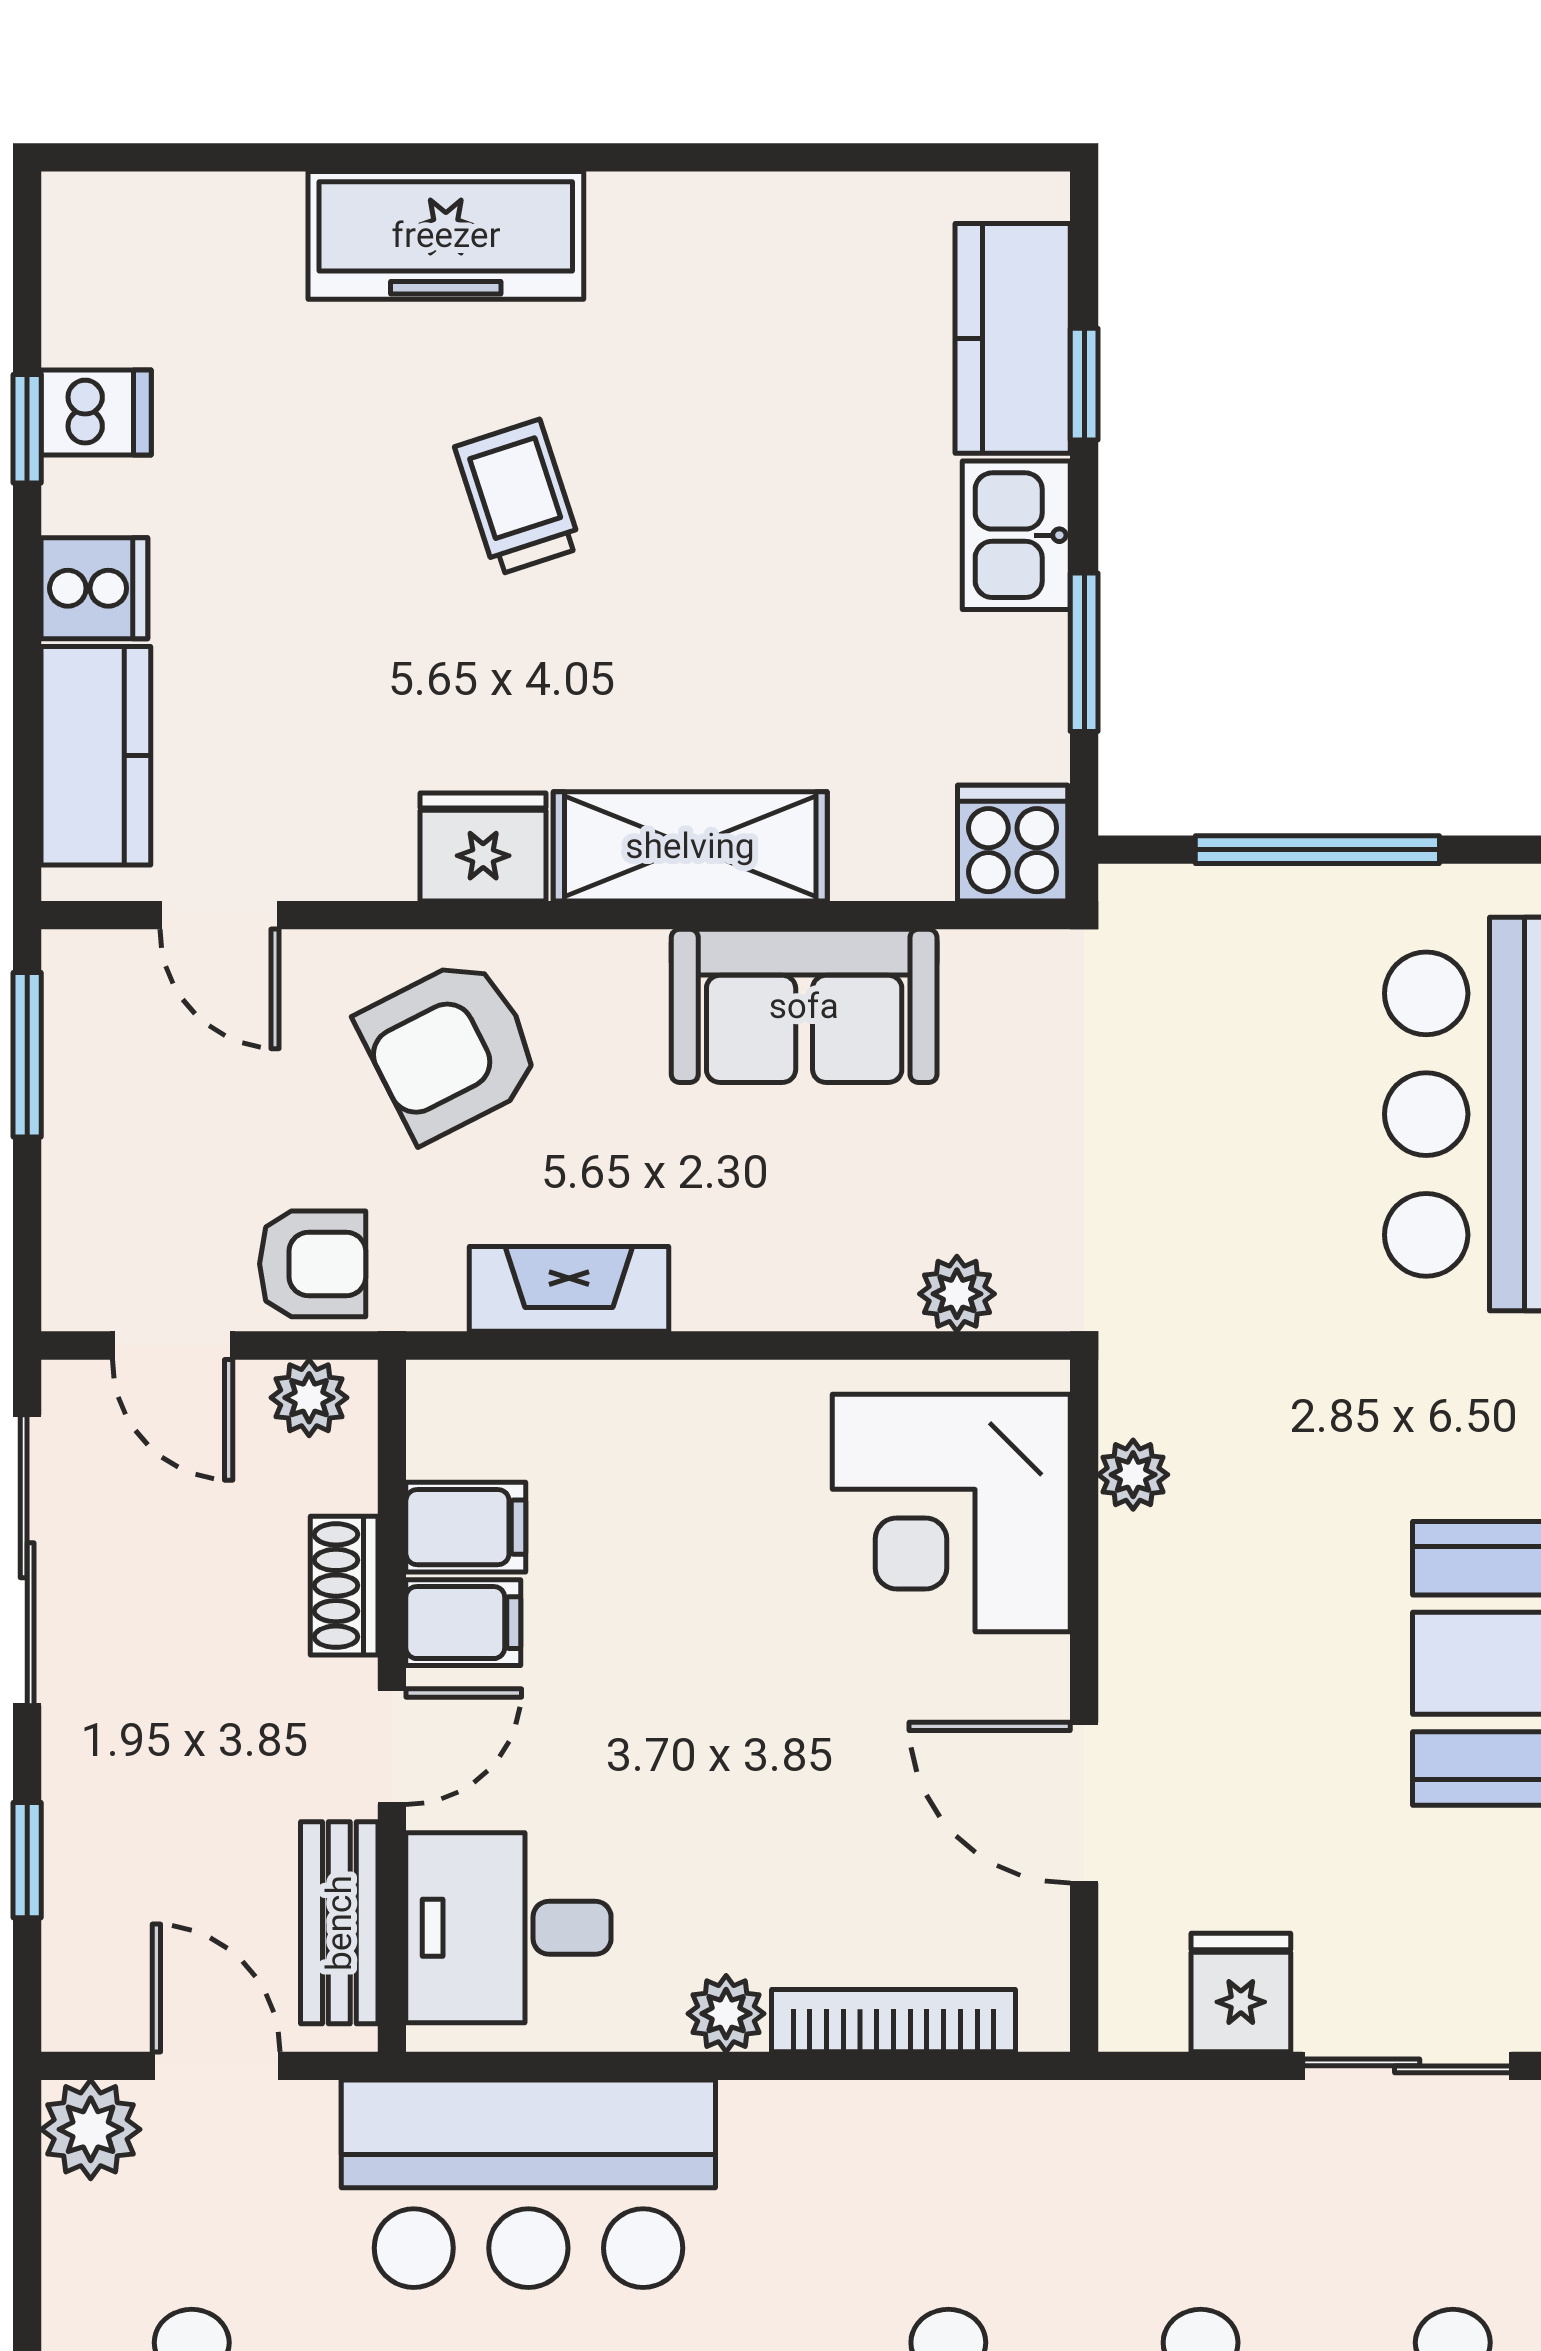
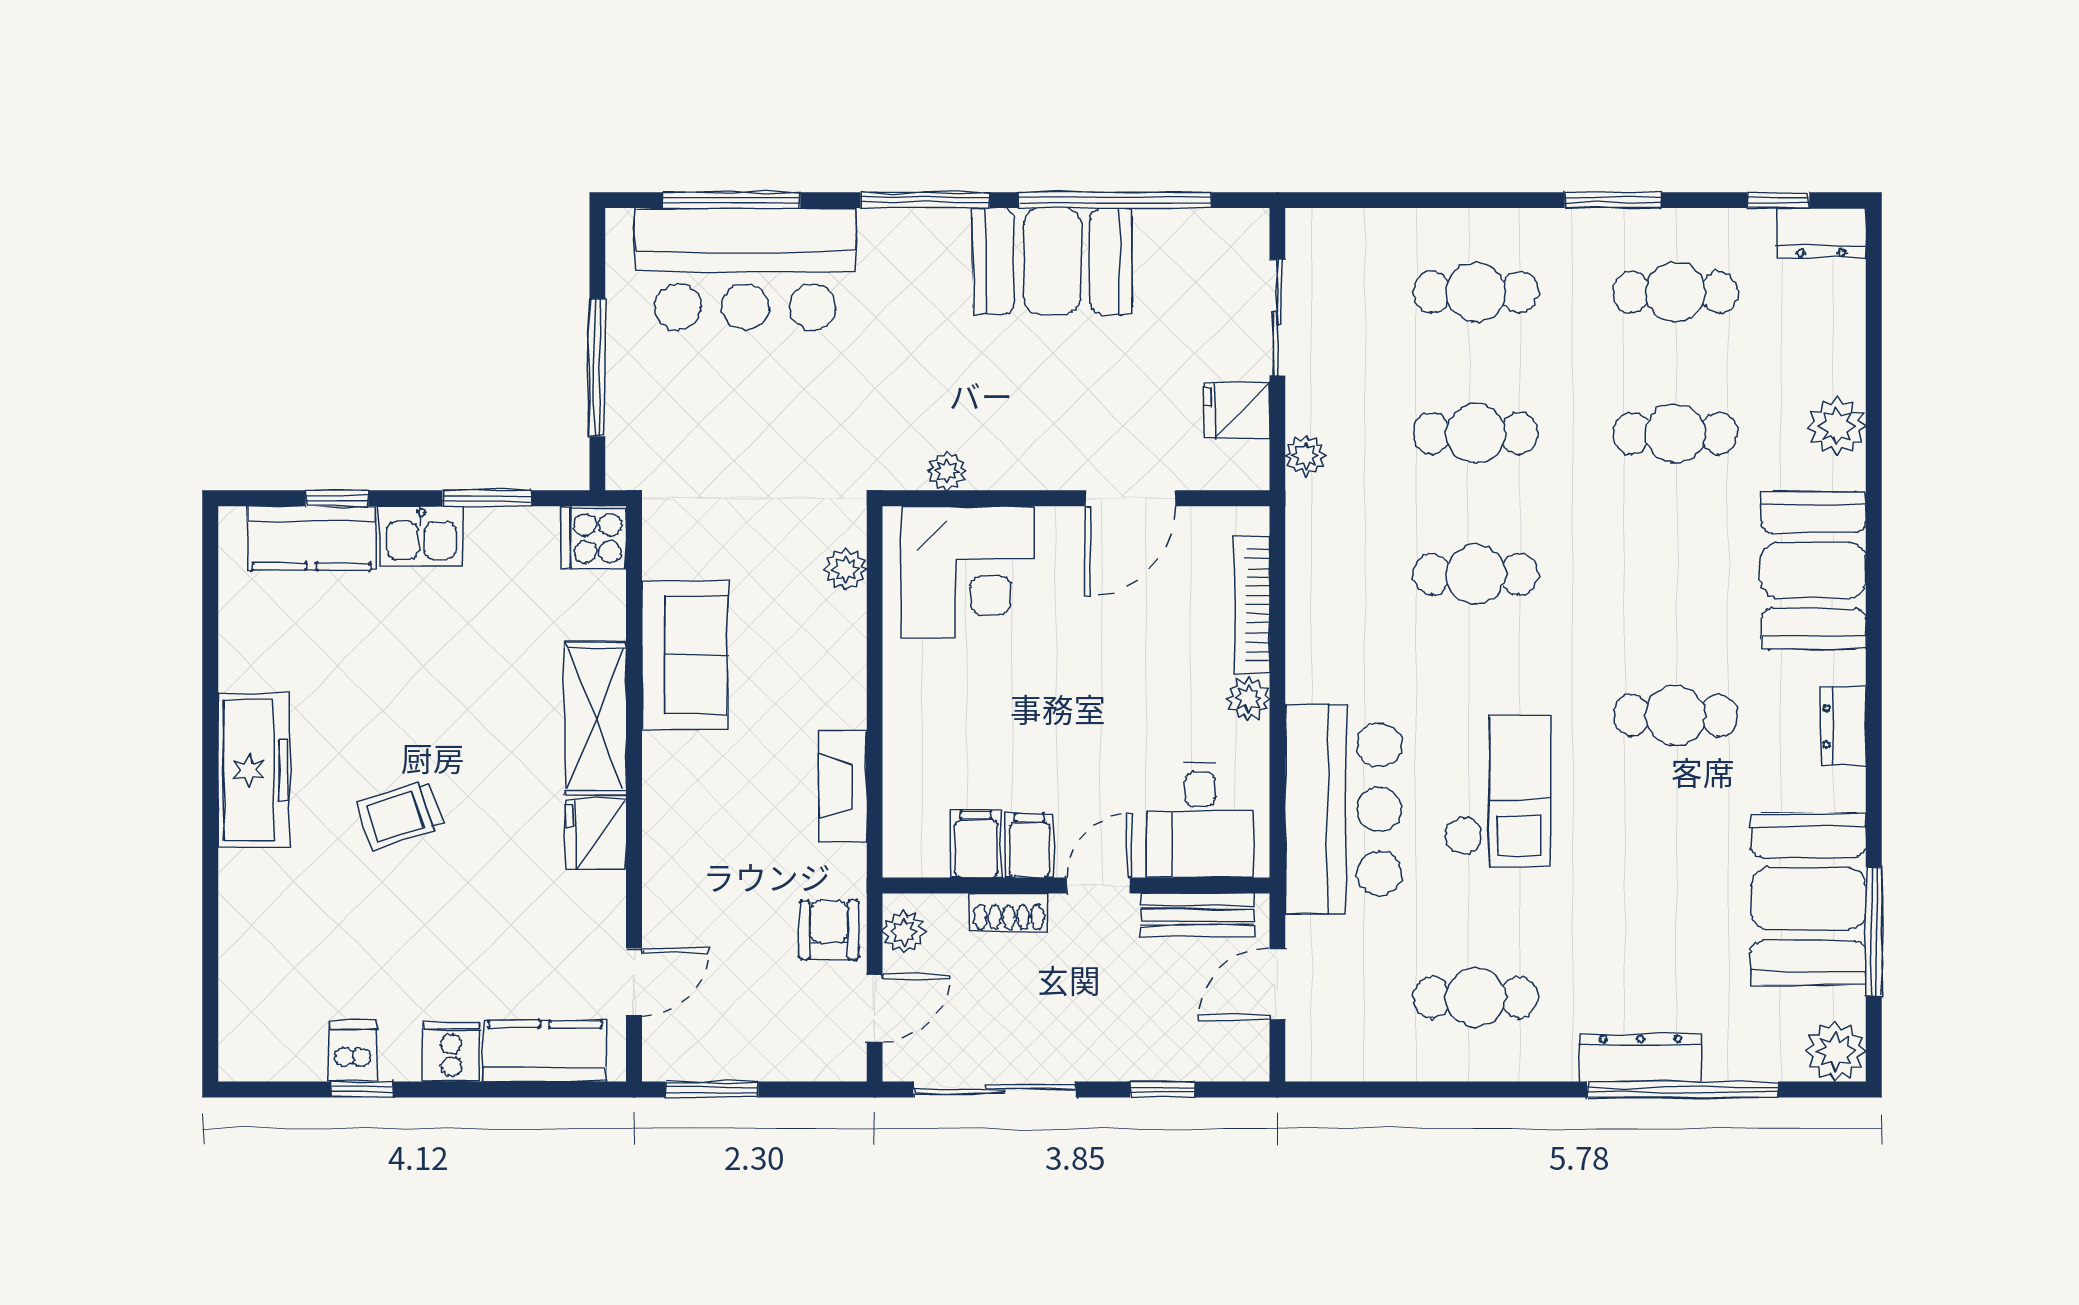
freezer: (446, 235) -> (254, 770), moved
armchair: (450, 1049) -> (709, 853), removed
door: (392, 1747) -> (1099, 885), hinge flipped
plant: (91, 2129) -> (1305, 455), moved, width x0.73, depth x0.73

